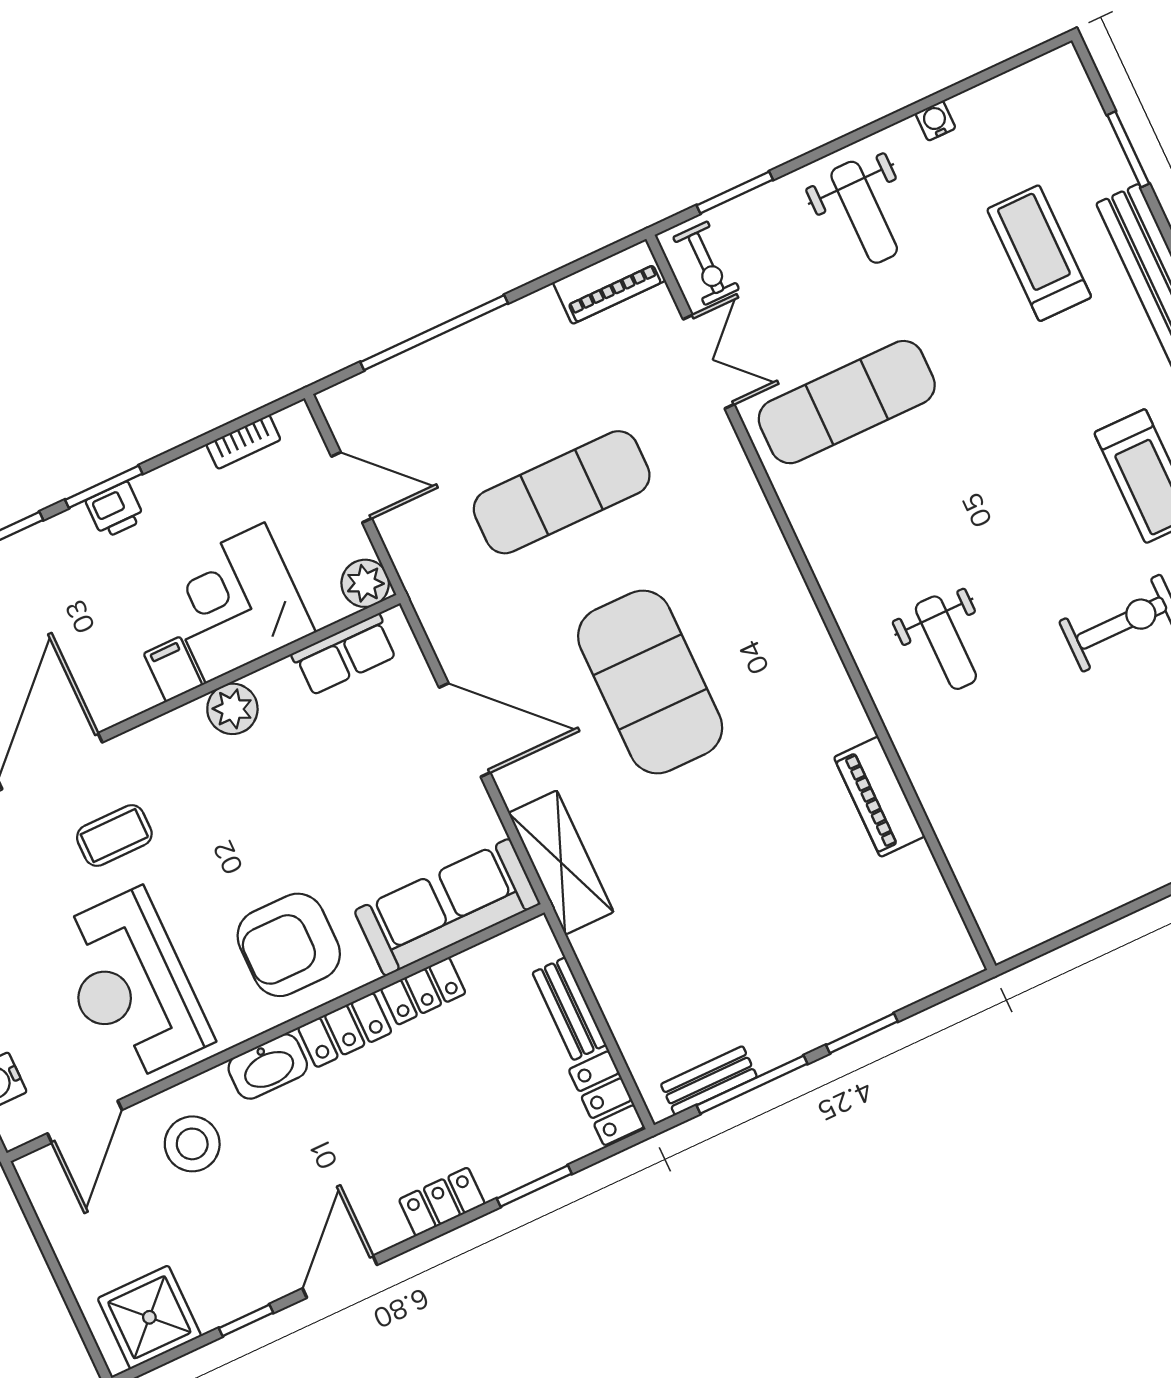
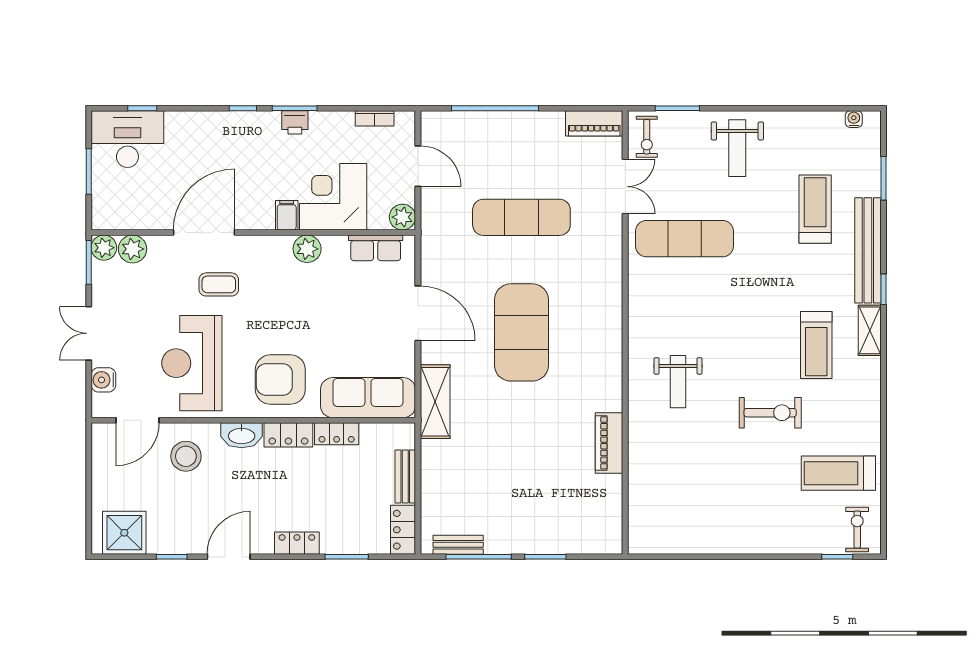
water cooler: (935, 121) -> (854, 119), moved

